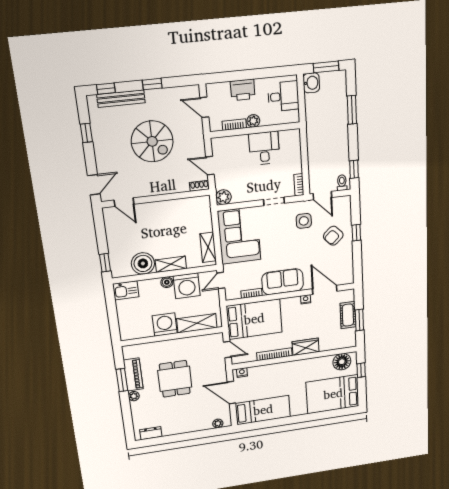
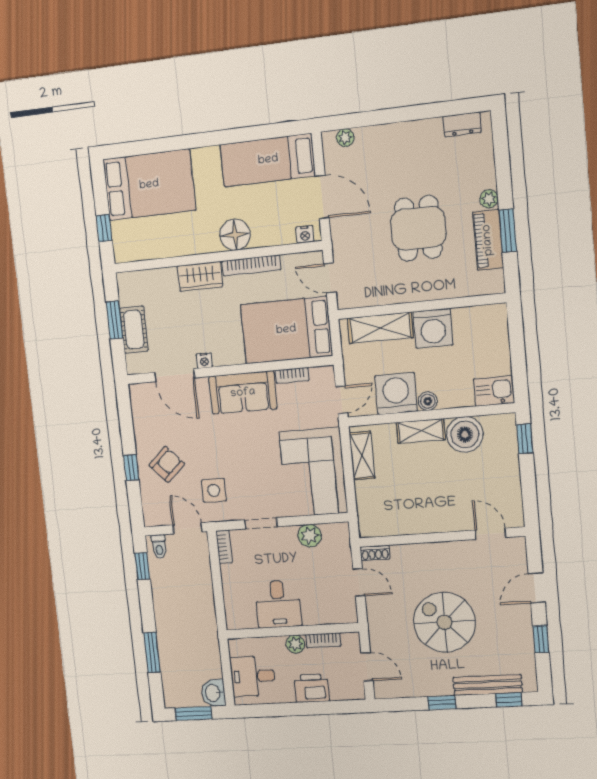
door: (94, 185) -> (537, 588), moved
plant: (223, 197) -> (310, 536), moved
floor lamp: (342, 362) -> (235, 235), moved

